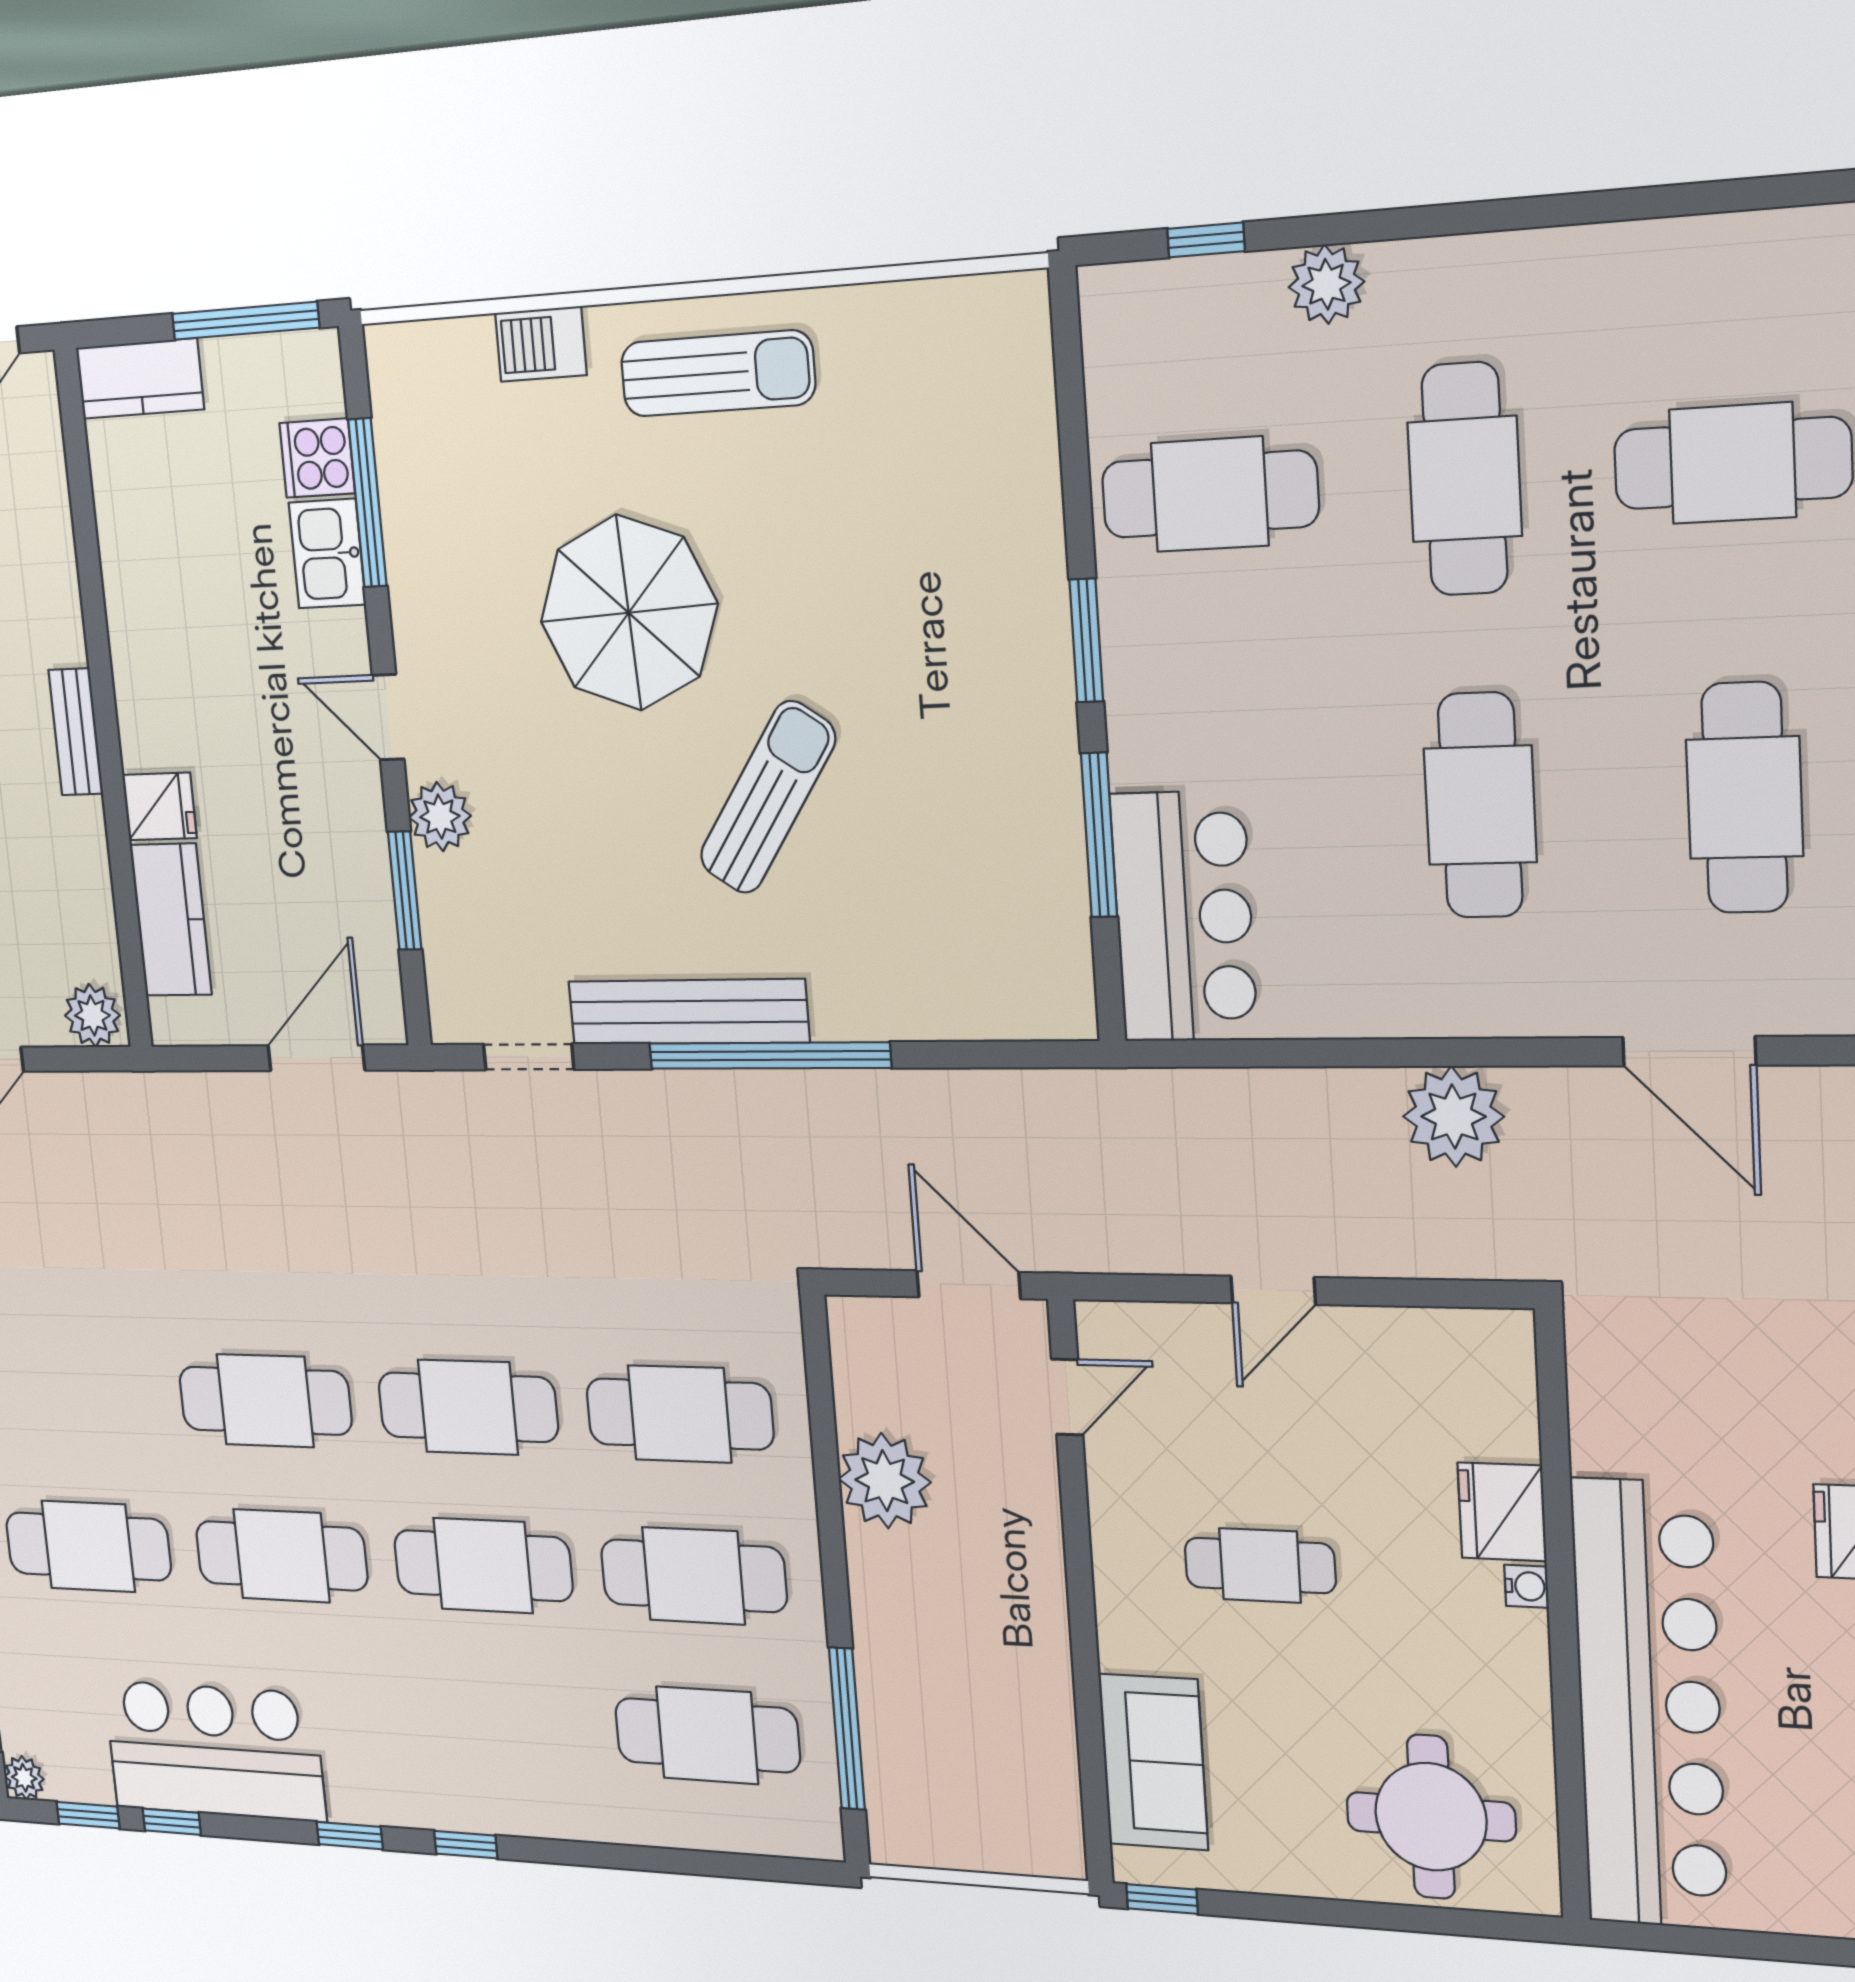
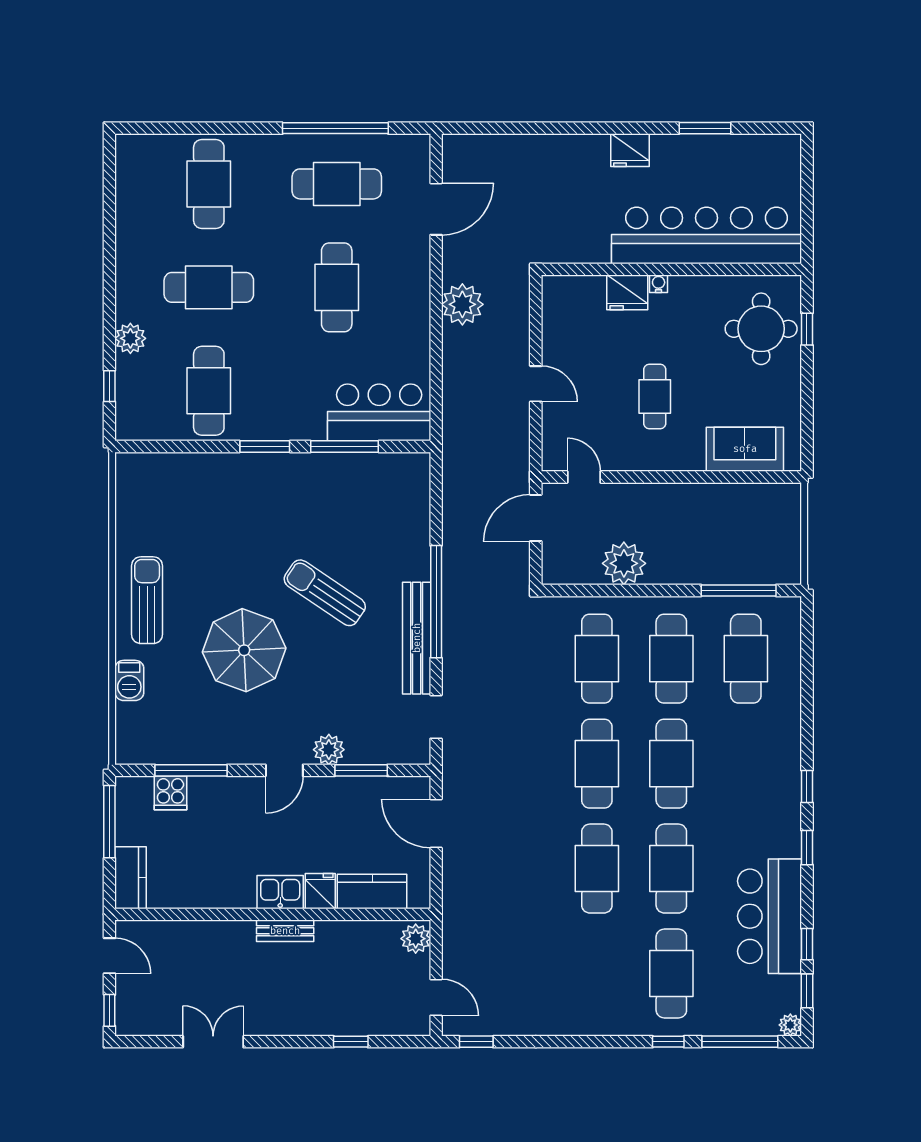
kitchen sink: (327, 554) -> (280, 892), moved, turned 180
cafe table: (1480, 805) -> (337, 287), turned 90
window: (1162, 1899) -> (807, 329), moved

